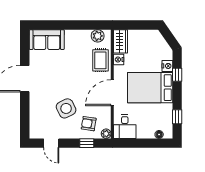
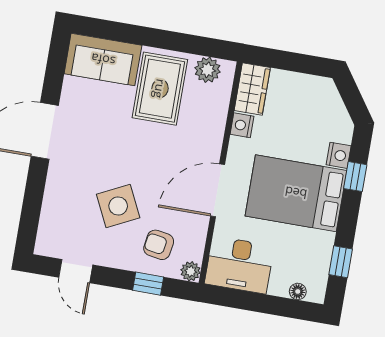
rug: (100, 60) -> (160, 89), moved, width x1.36, depth x1.43
desk: (125, 127) -> (239, 265), width x1.37

